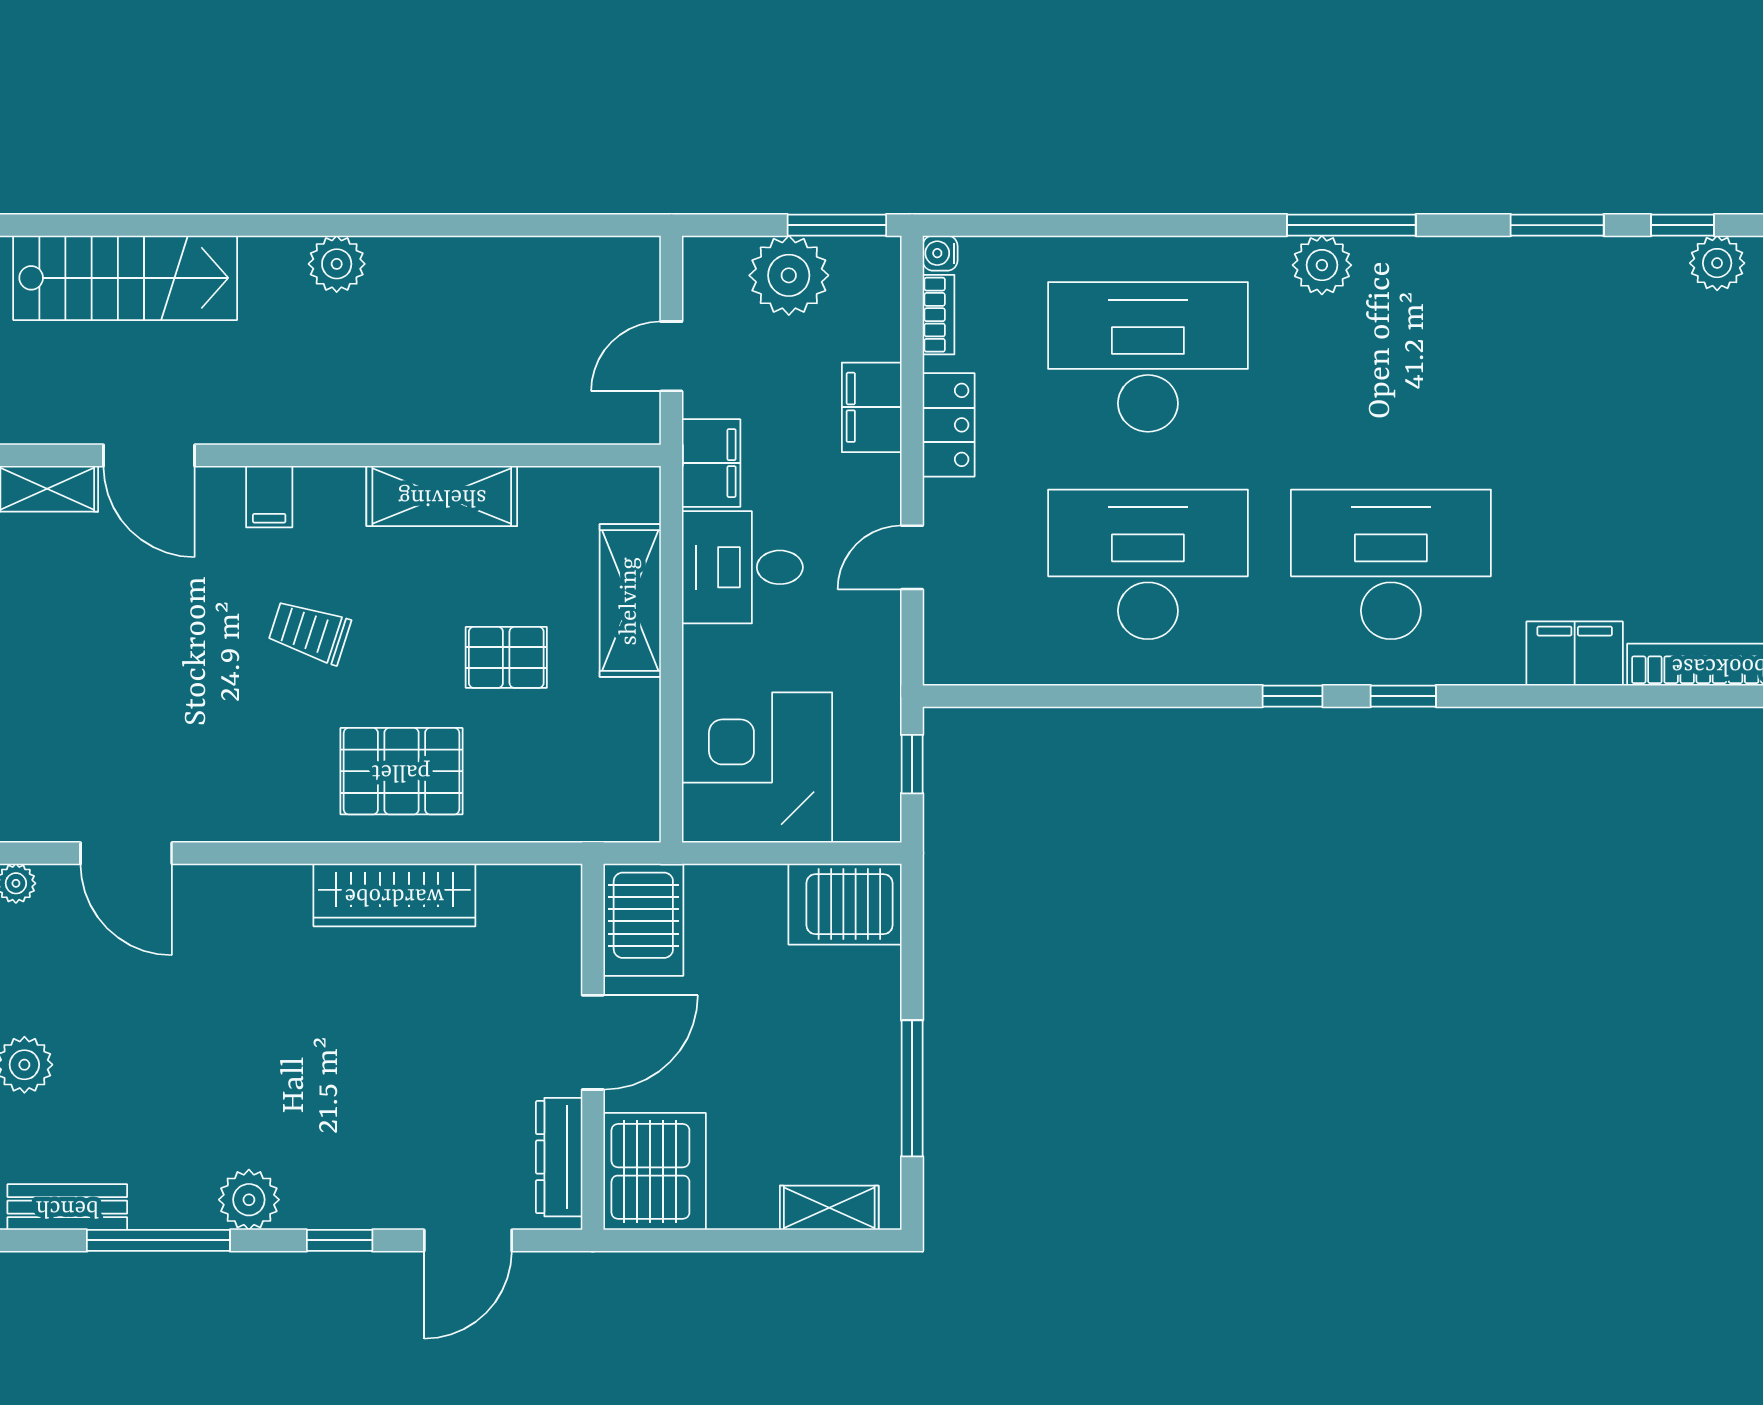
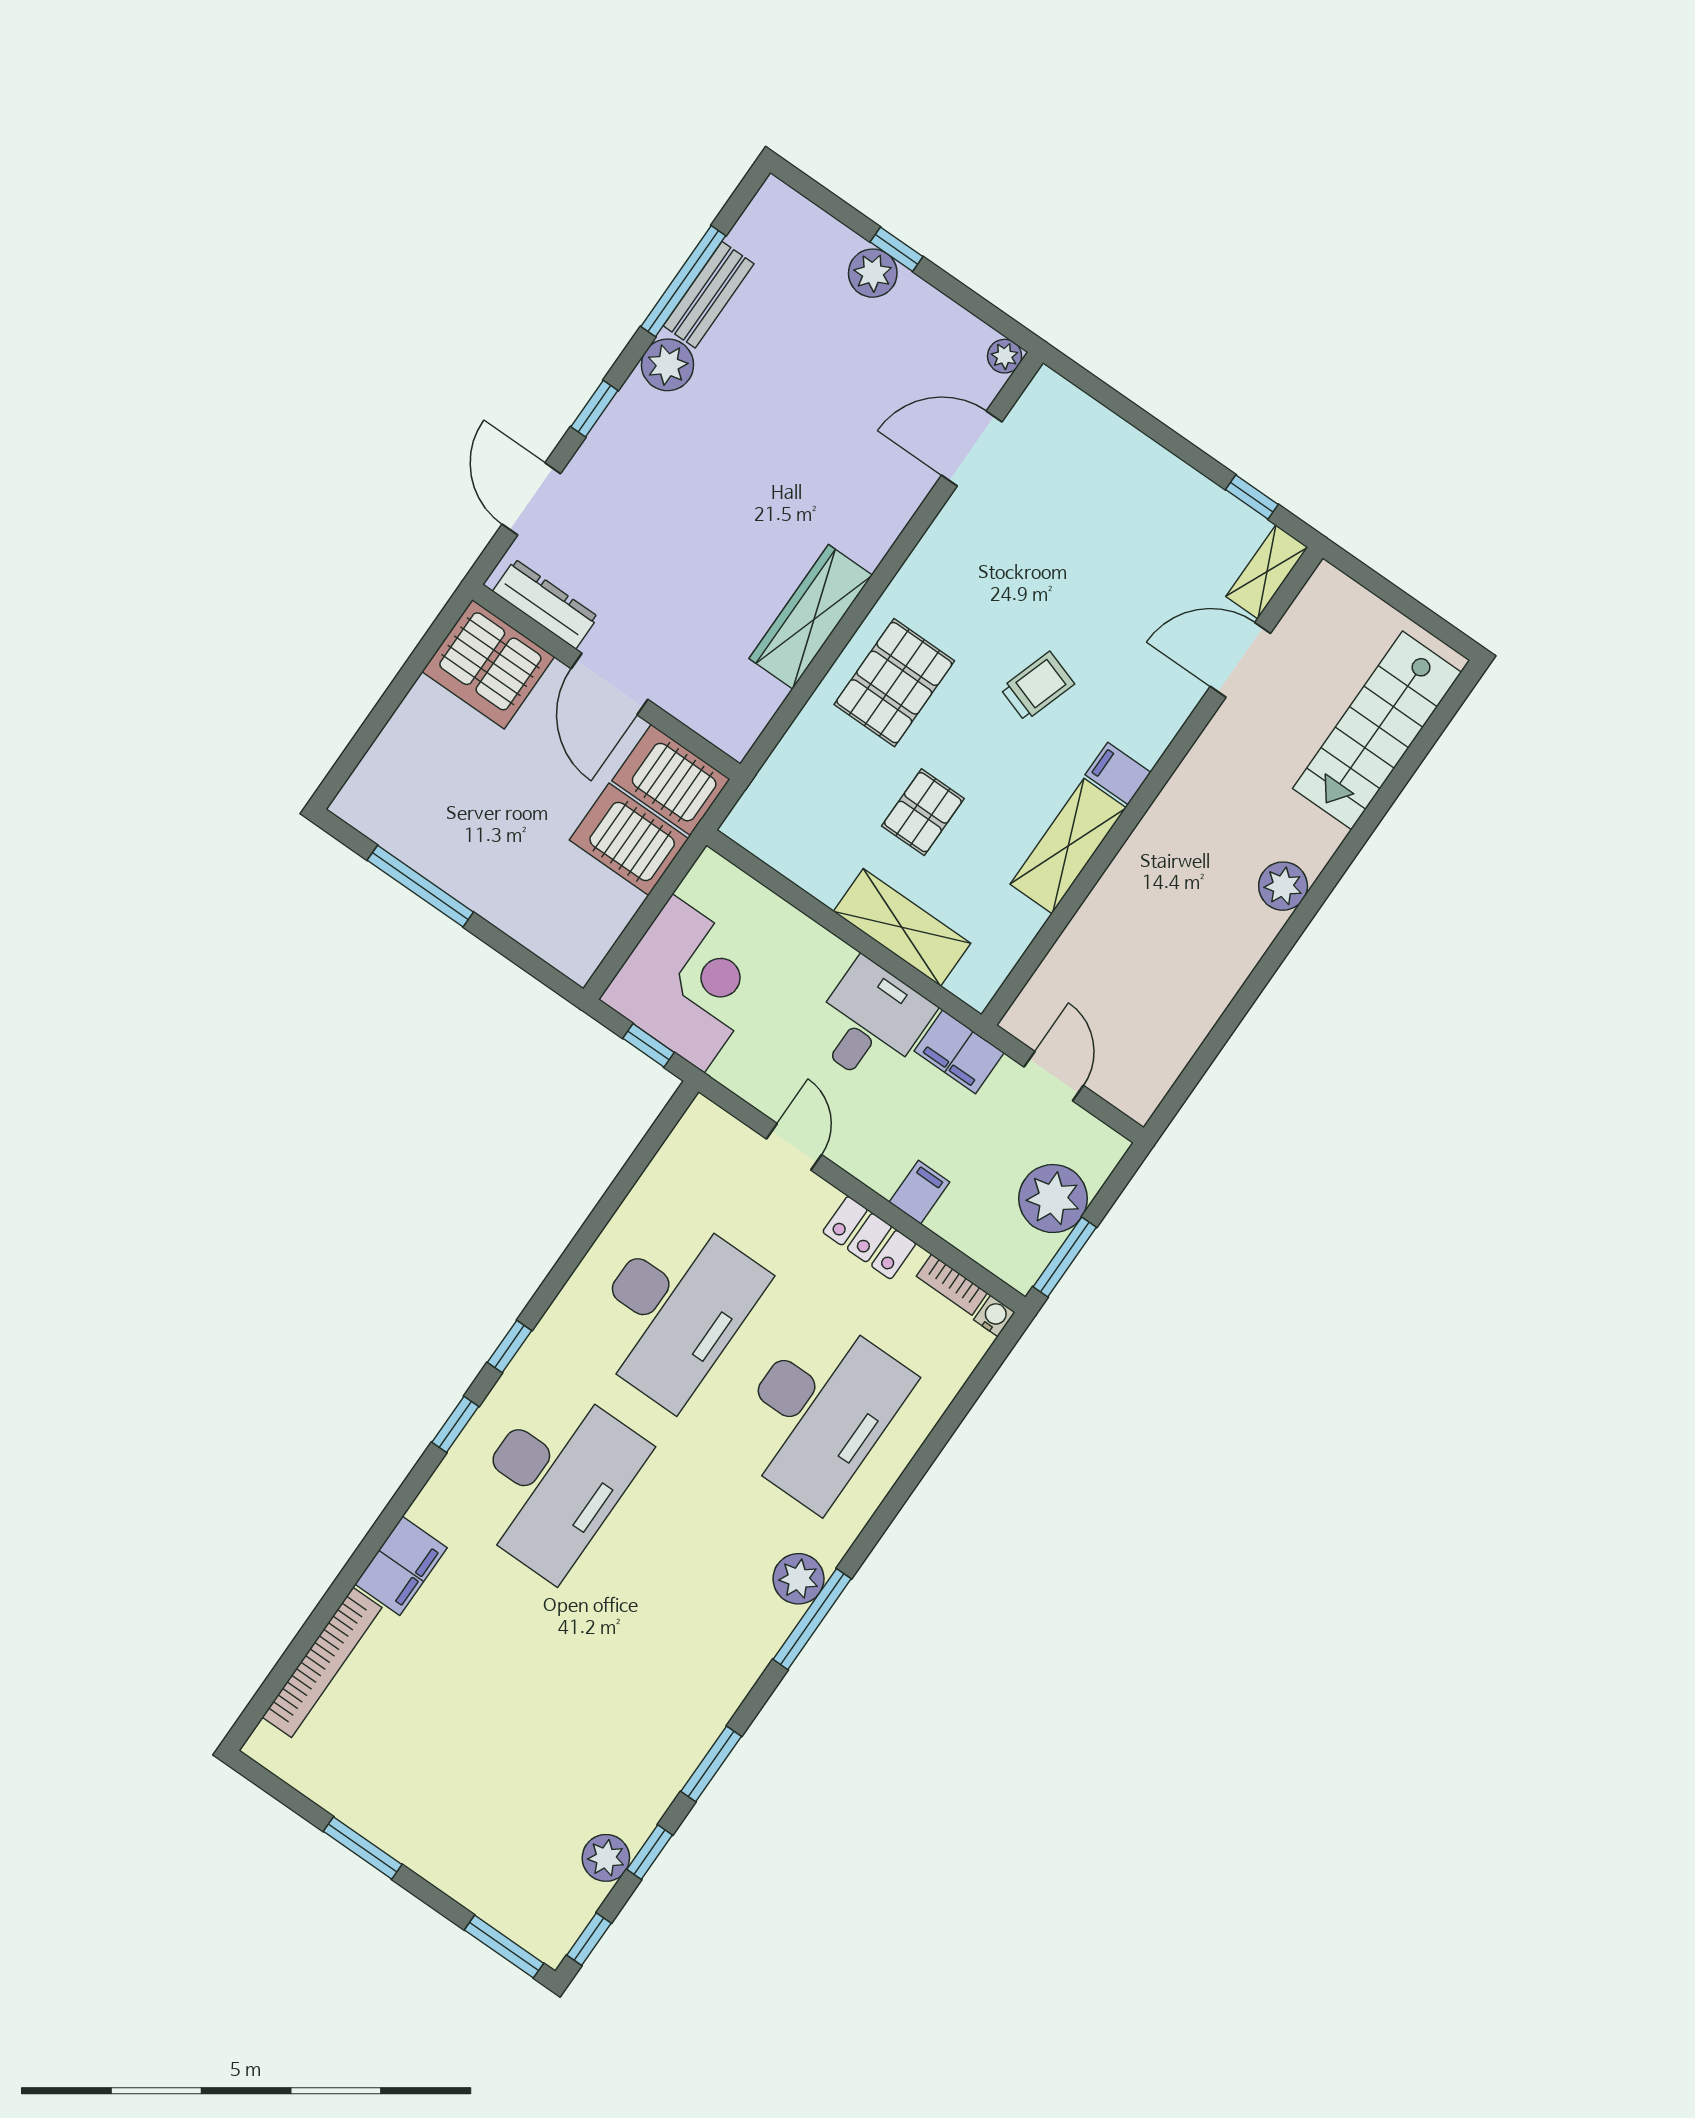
filing cabinet: (872, 407) -> (919, 1192), width x0.50
filing cabinet: (269, 497) -> (1118, 773), moved
corner desk: (757, 767) -> (688, 983), moved
server rack: (845, 904) -> (629, 839), moved, turned -90
bench: (67, 1207) -> (709, 295), moved
shelving: (829, 1208) -> (377, 769), removed

